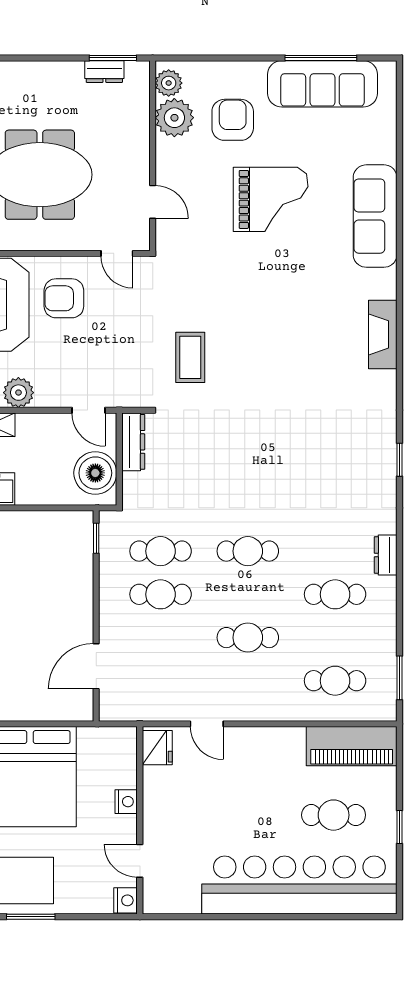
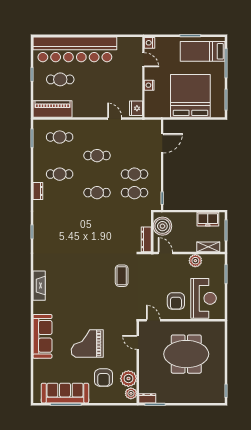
dresser: (104, 72) -> (147, 398), moved
armchair: (64, 298) -> (176, 301), turned 90

